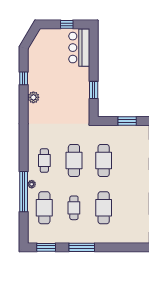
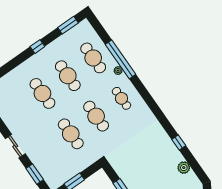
window: (24, 78) -> (179, 143), moved
plant: (33, 97) -> (184, 168), moved
cafe table: (74, 208) -> (68, 76), width x1.37, depth x1.35
window: (82, 247) -> (37, 47), width x0.46

